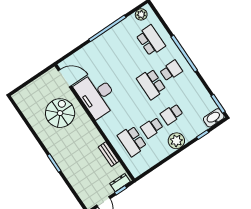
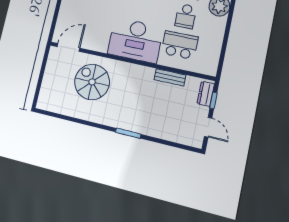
desk: (97, 95) -> (135, 40), moved
school desk: (132, 141) -> (180, 45), turned 180

